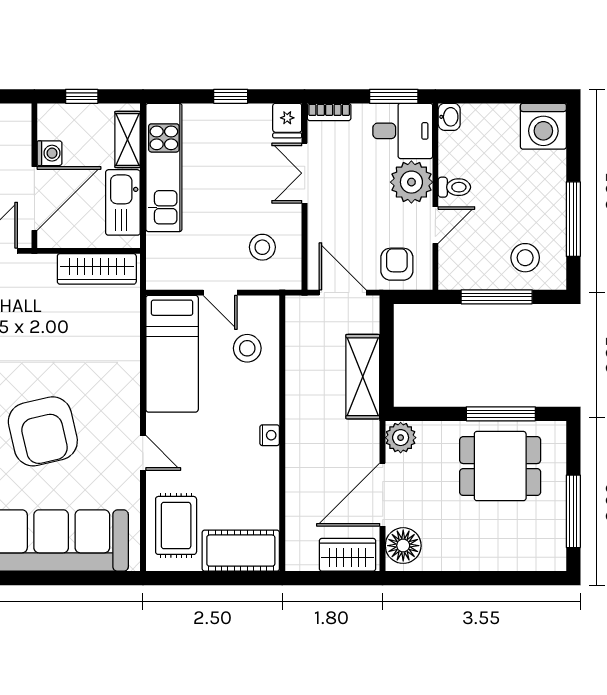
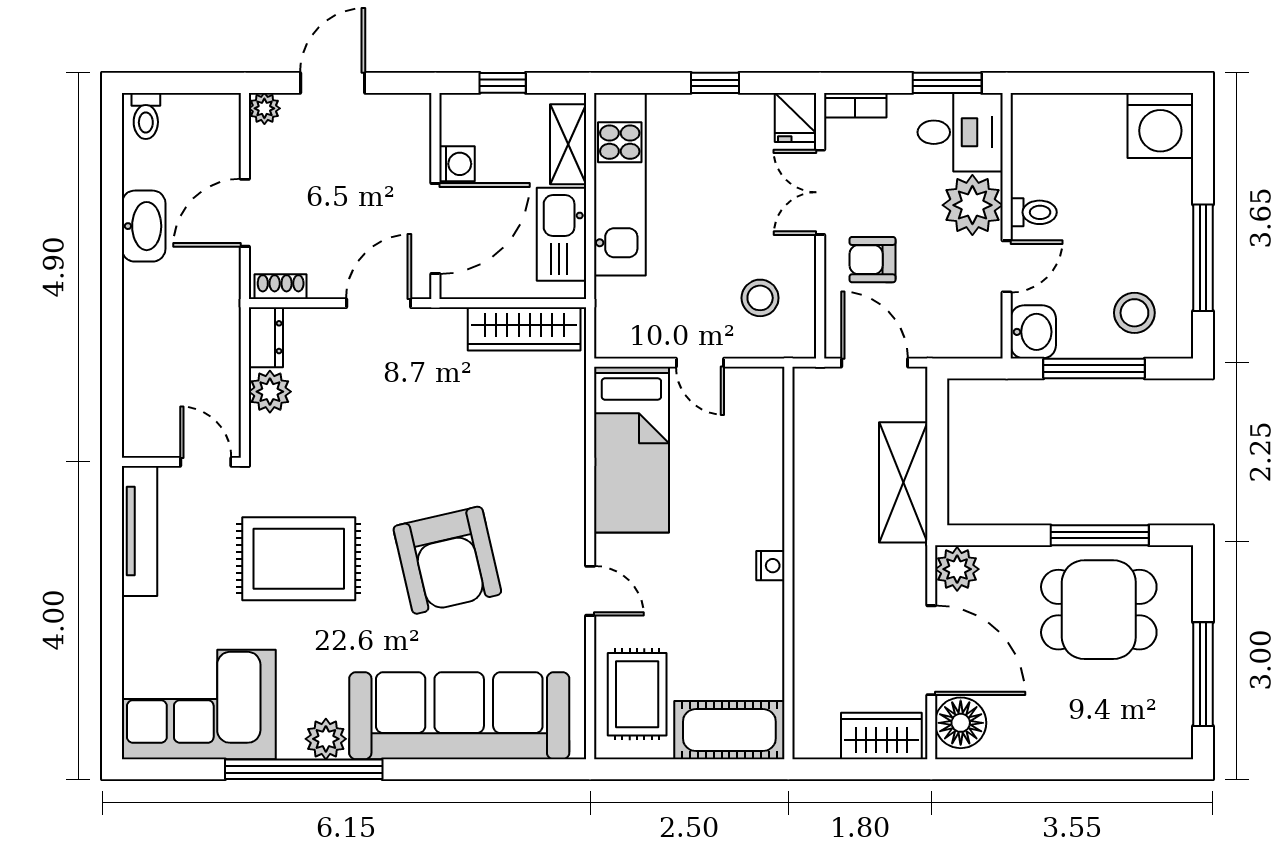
washbasin: (449, 117) -> (1033, 332), moved, width x1.38, depth x1.45
armchair: (397, 264) -> (872, 260), moved, turned -90
stool: (247, 348) -> (739, 442), removed
door: (383, 495) -> (931, 650), swing flipped

